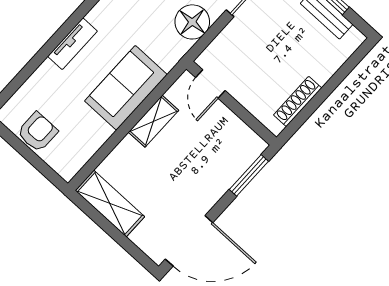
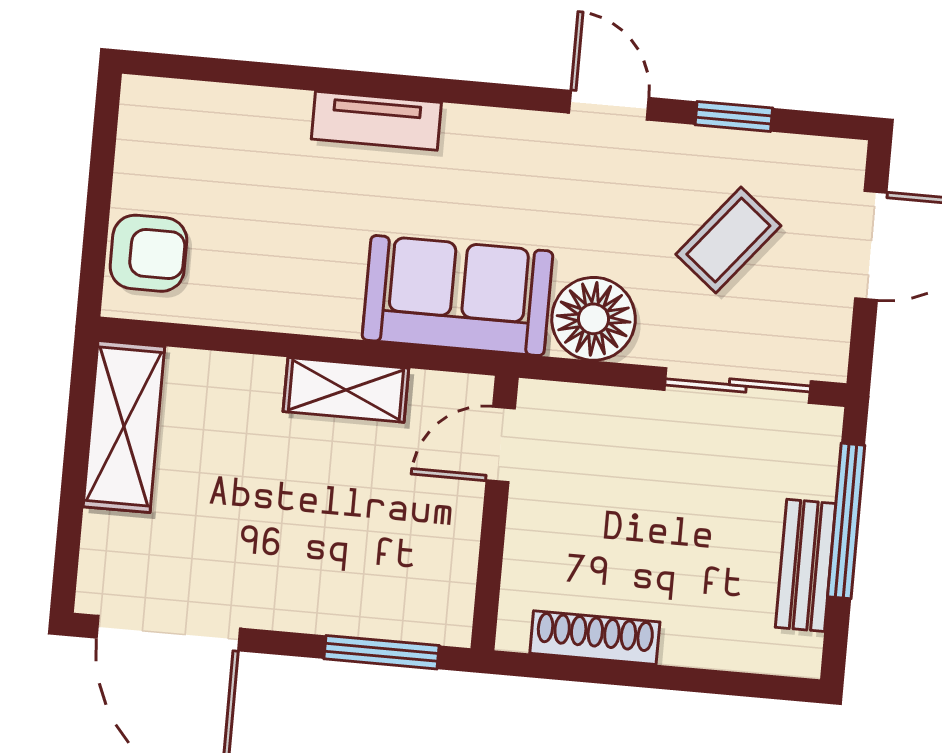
sofa: (126, 88) -> (457, 296), moved
armchair: (37, 132) -> (148, 253), moved

